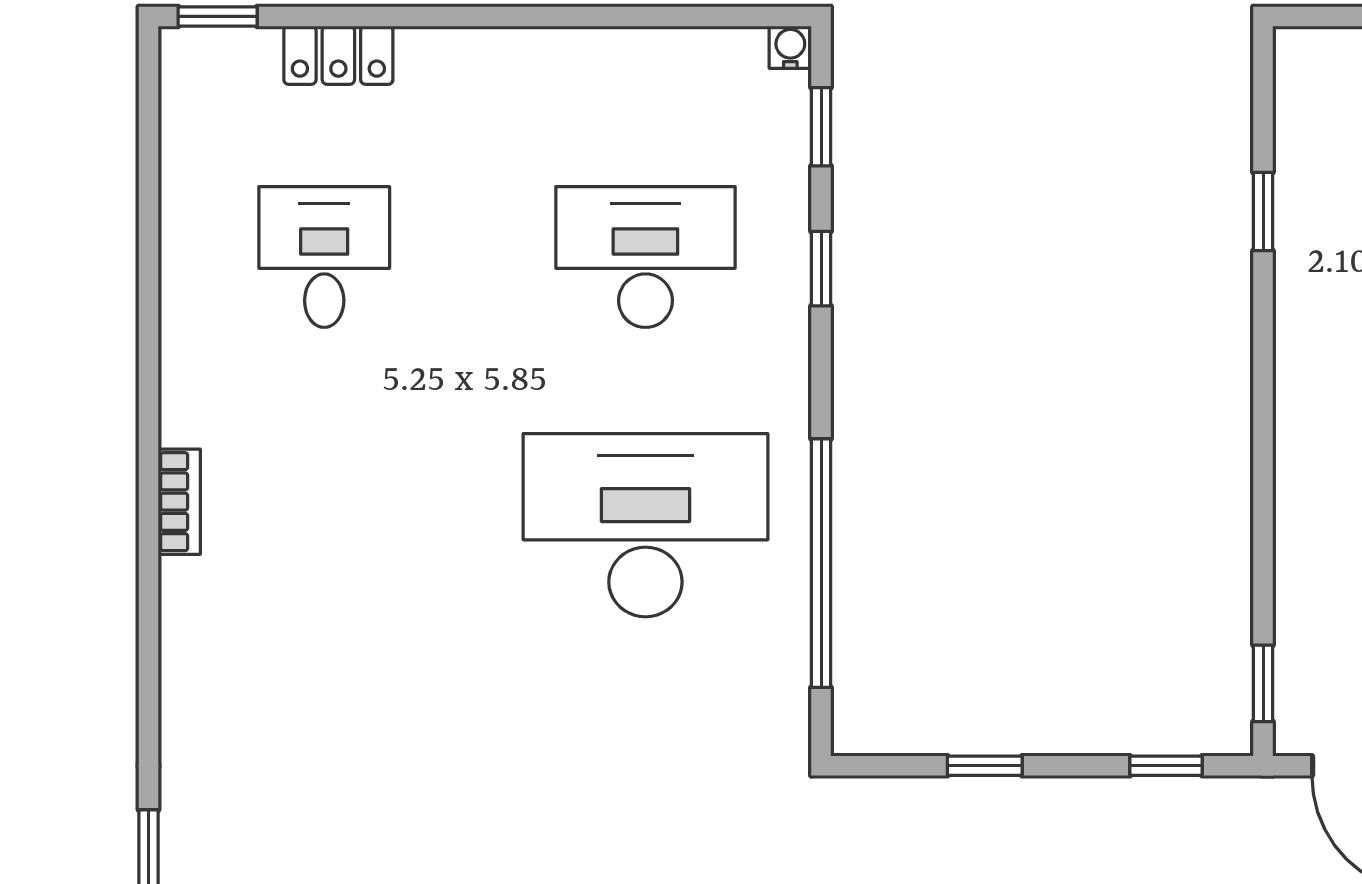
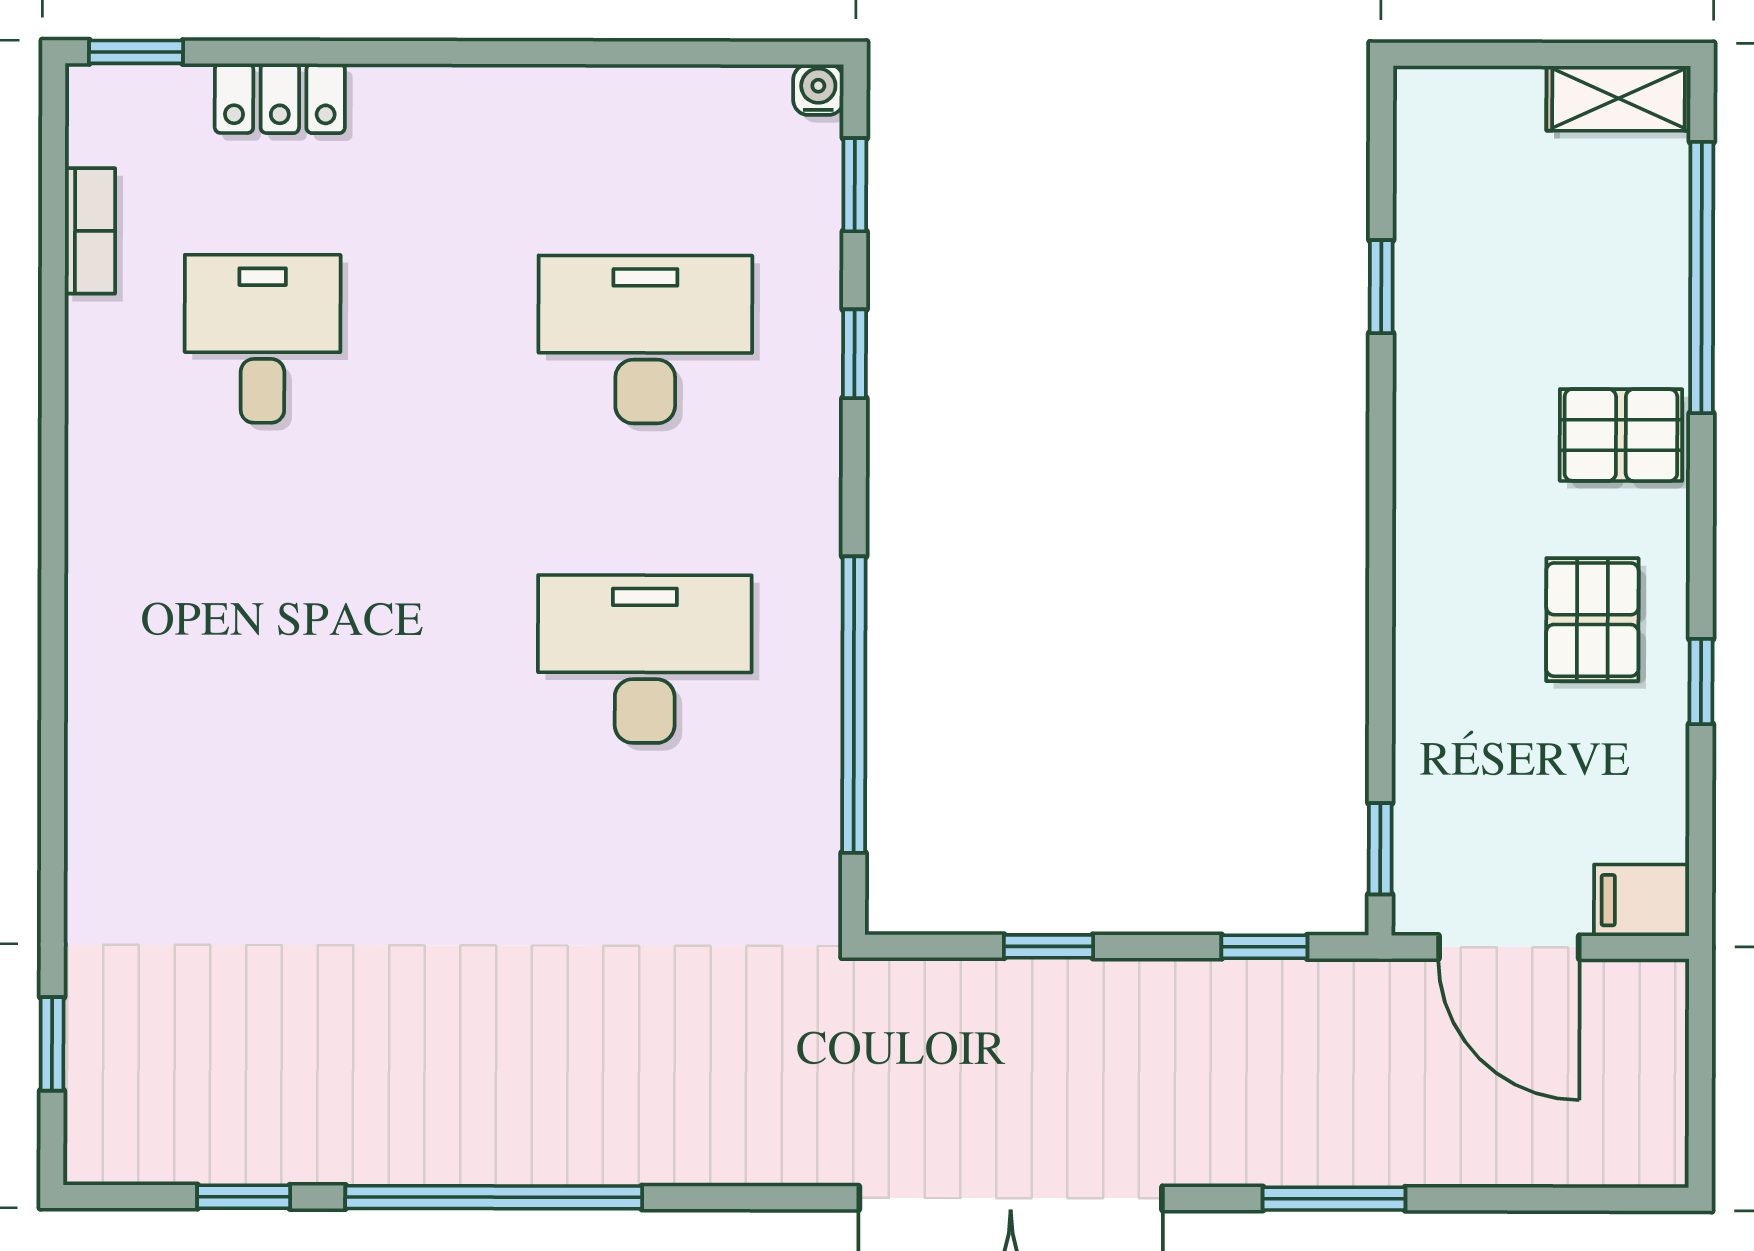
bookcase: (179, 502) -> (90, 231), moved
desk: (645, 525) -> (645, 659), width x0.73, depth x0.77

